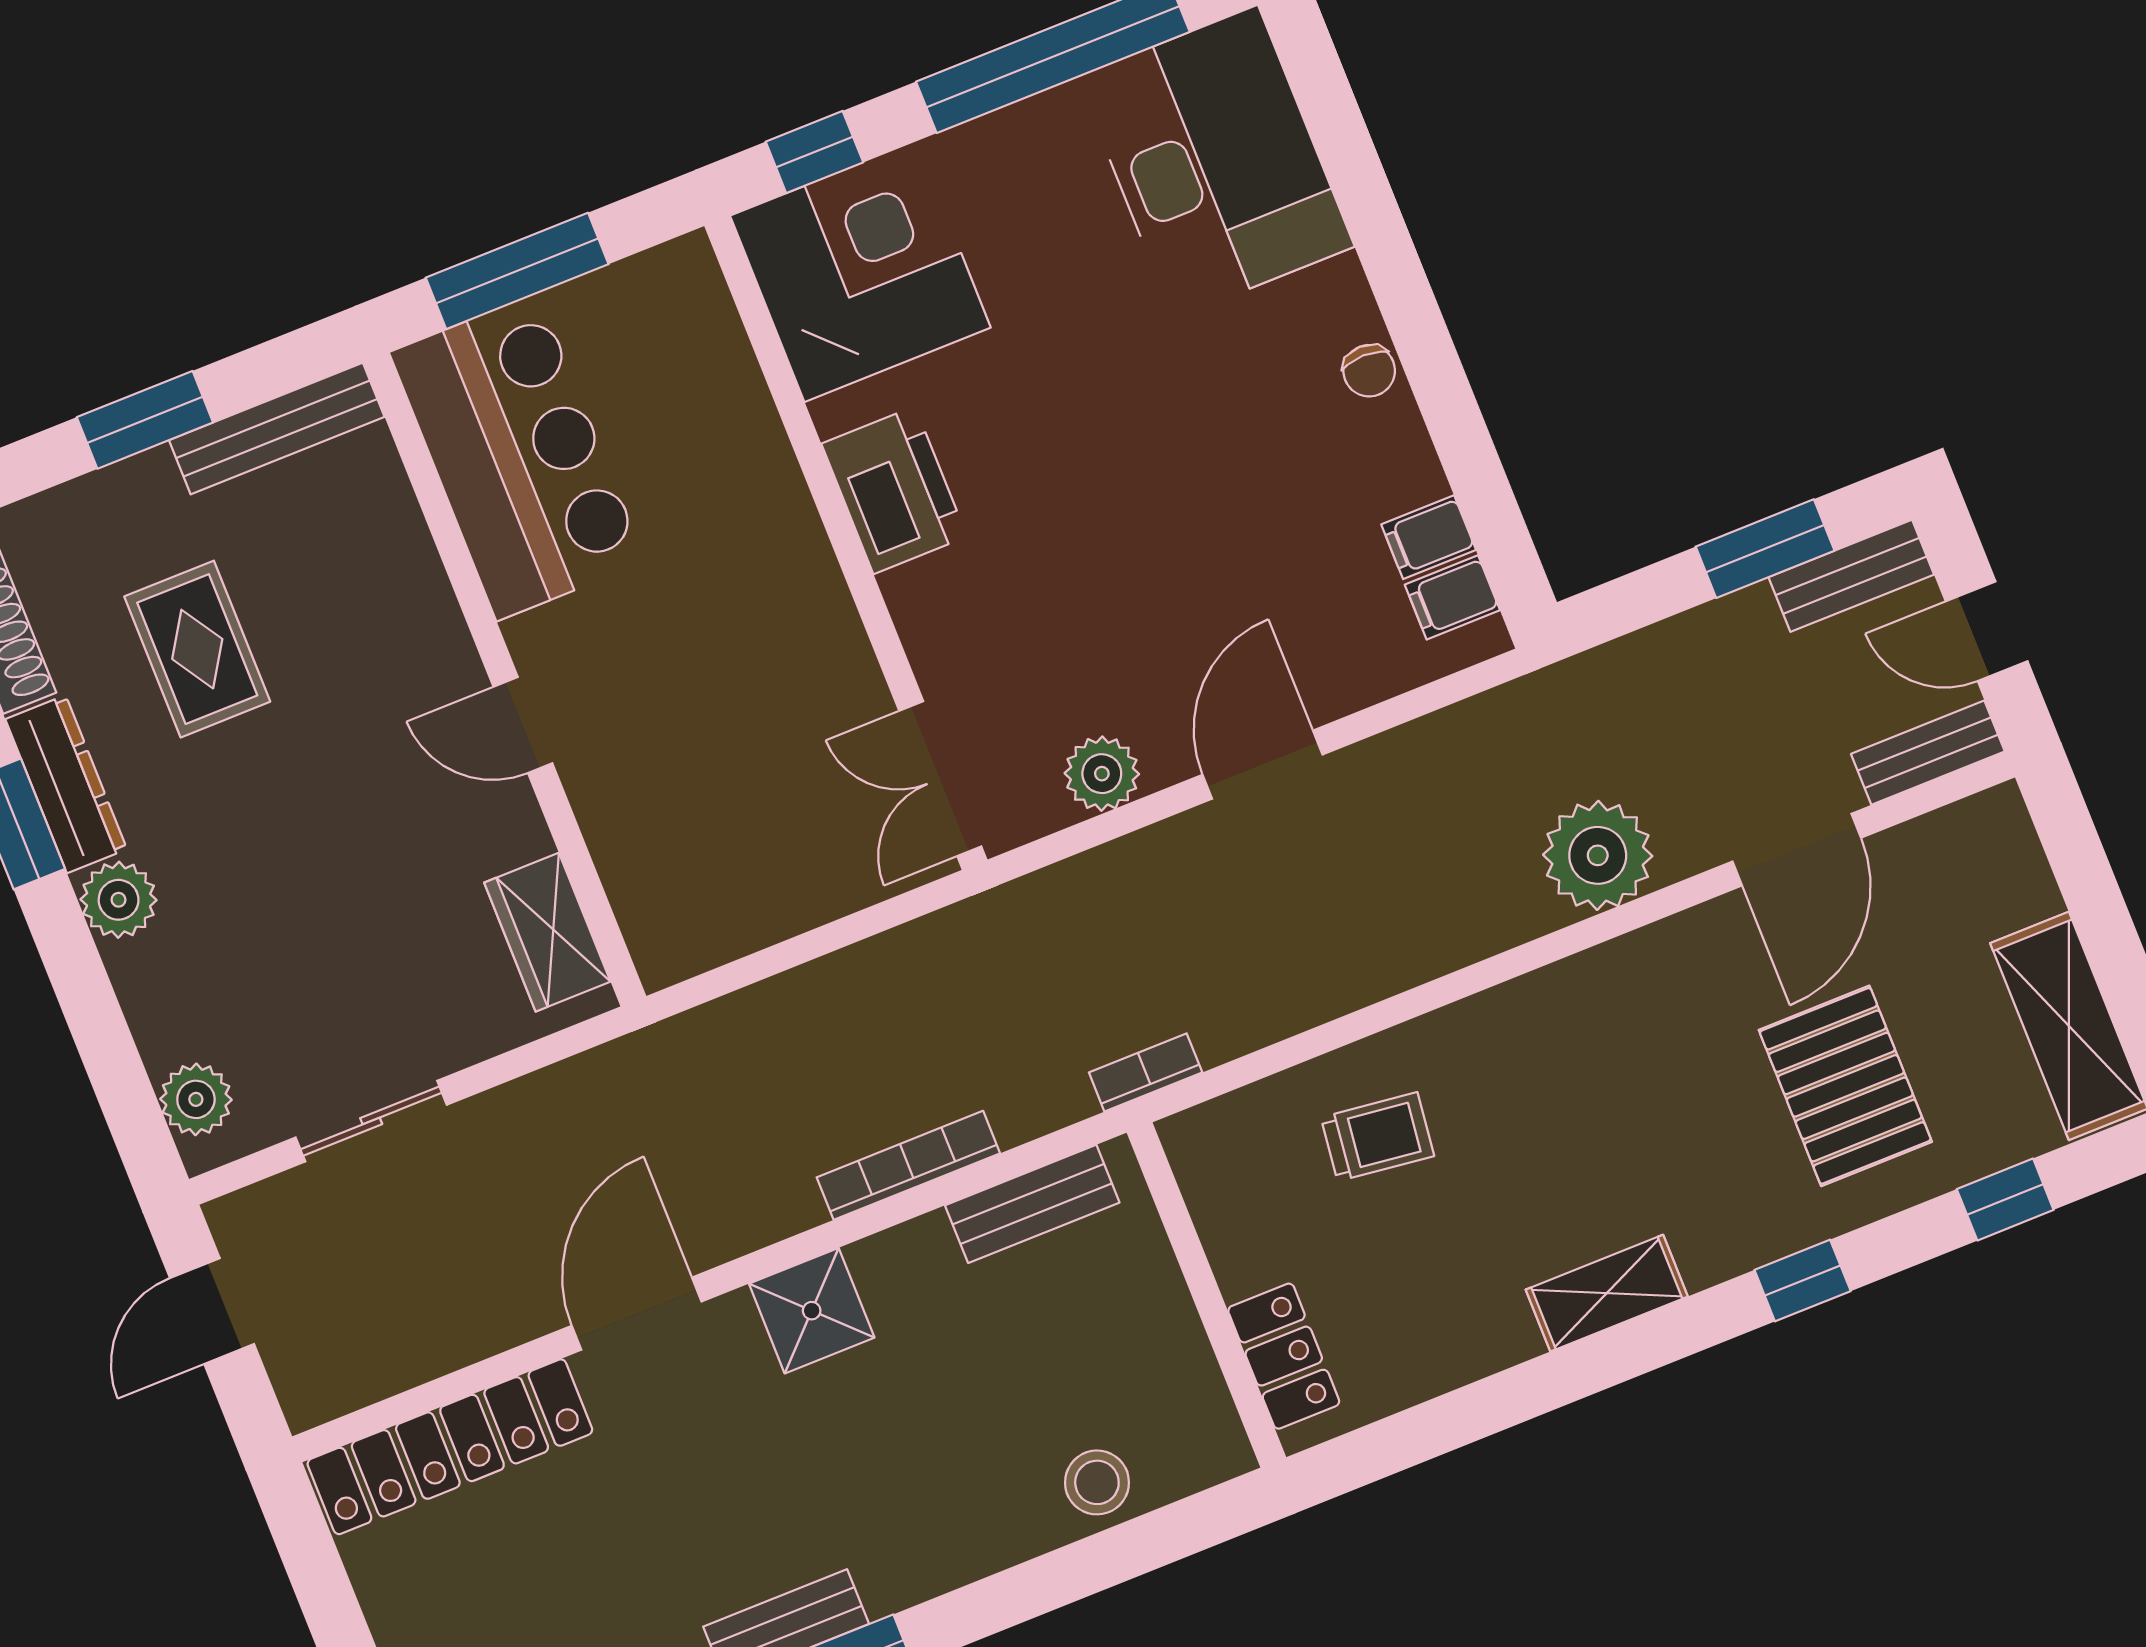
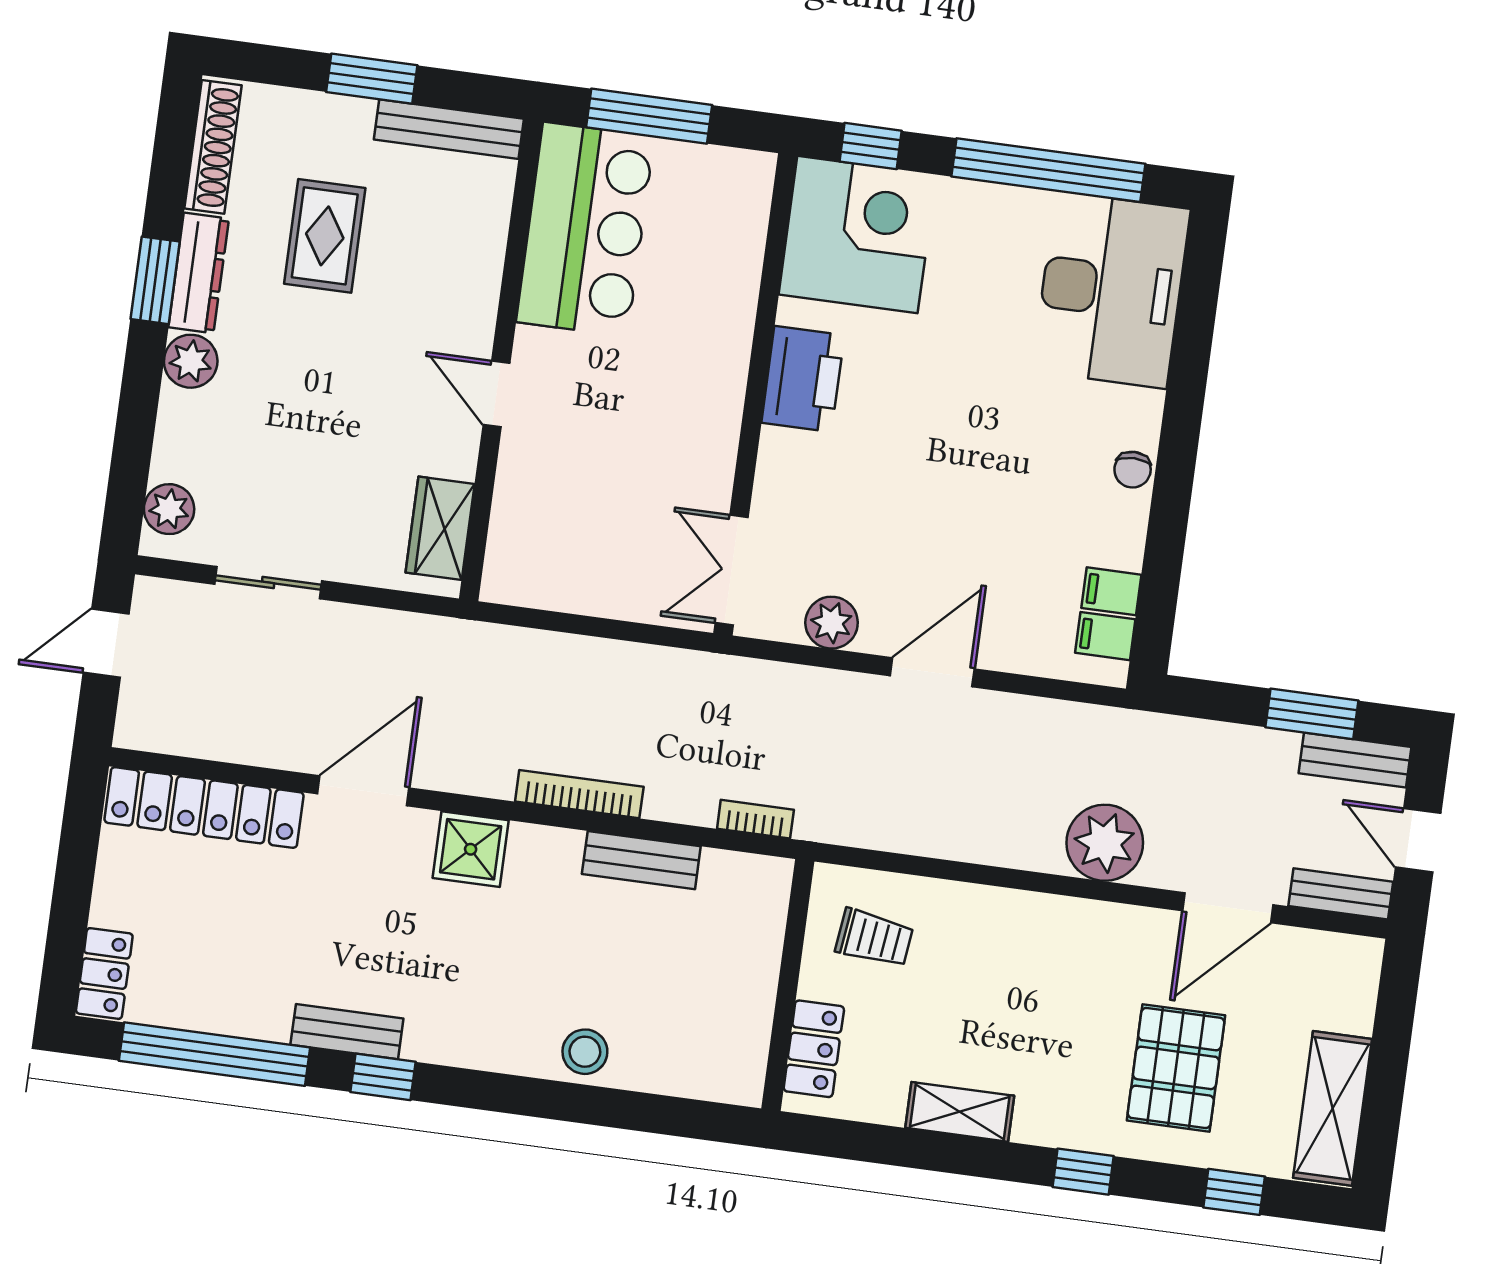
wall: (1206, 1295) -> (788, 985), moved
locker: (1284, 1356) -> (814, 1049), moved

